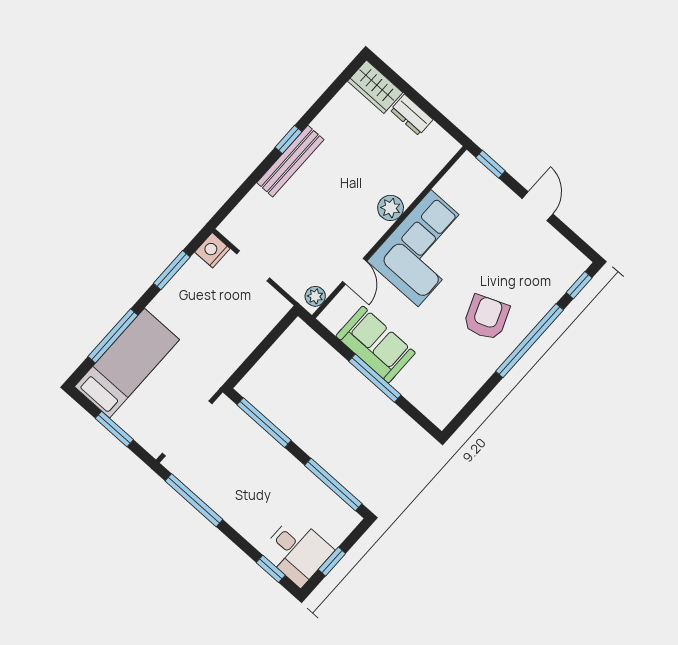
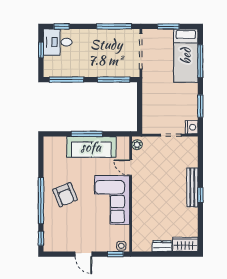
side table: (471, 169) -> (121, 246), added
plant: (391, 208) -> (138, 204), removed
sofa: (376, 344) -> (91, 147), width x1.36

